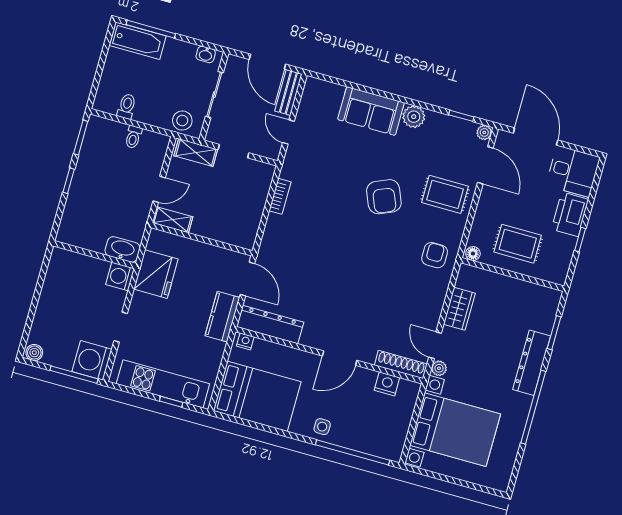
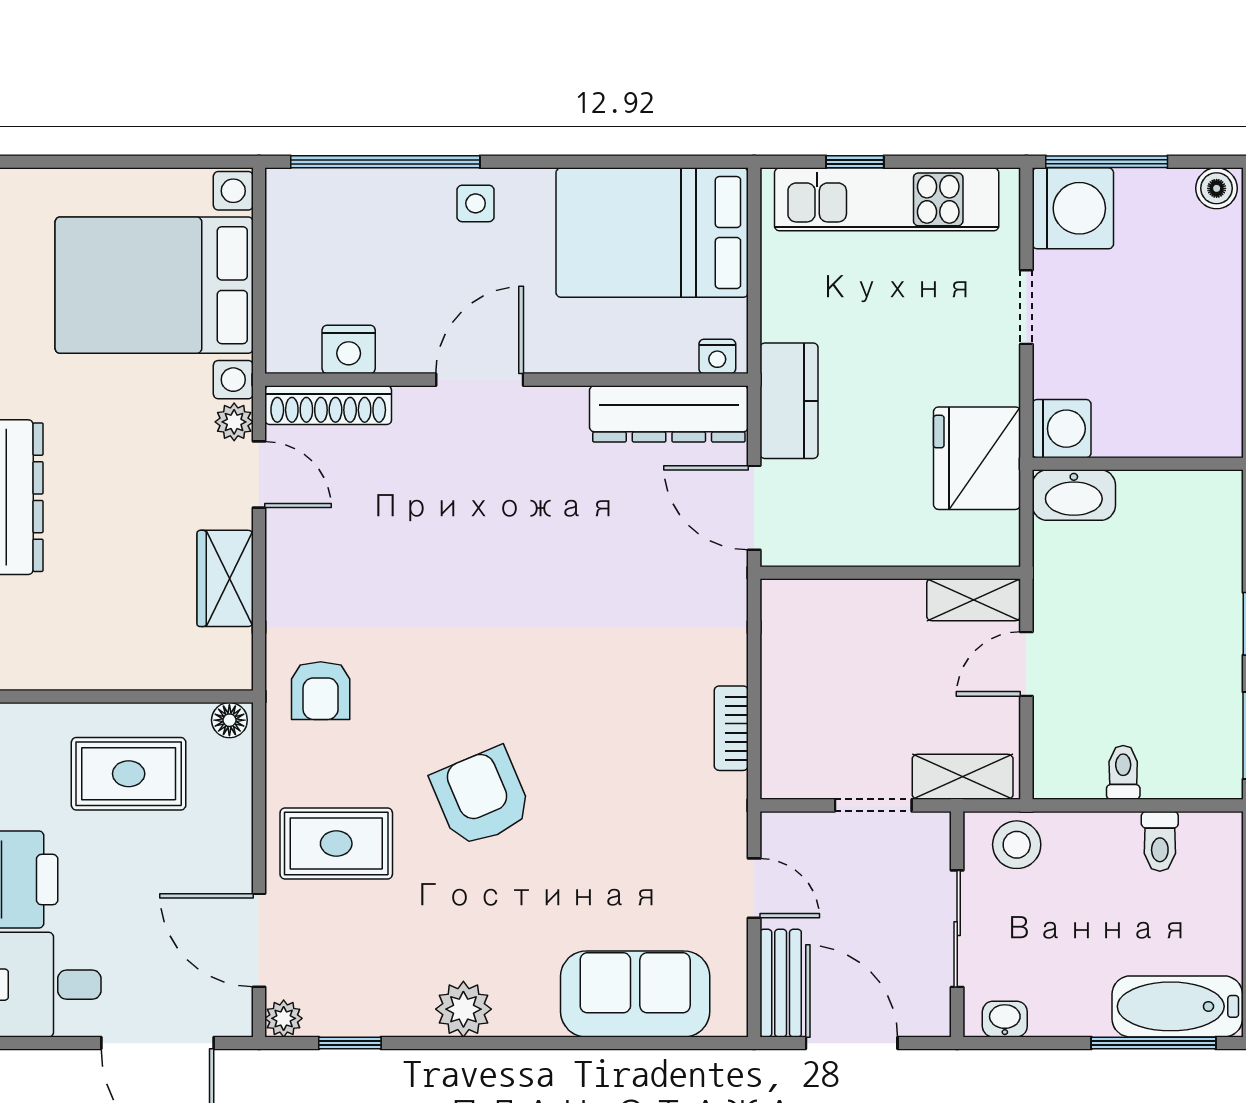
sofa: (371, 111) -> (635, 994), moved

